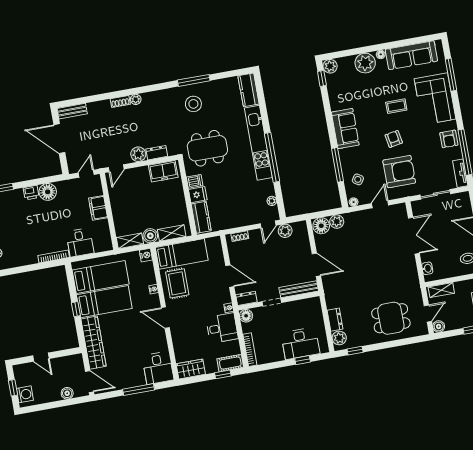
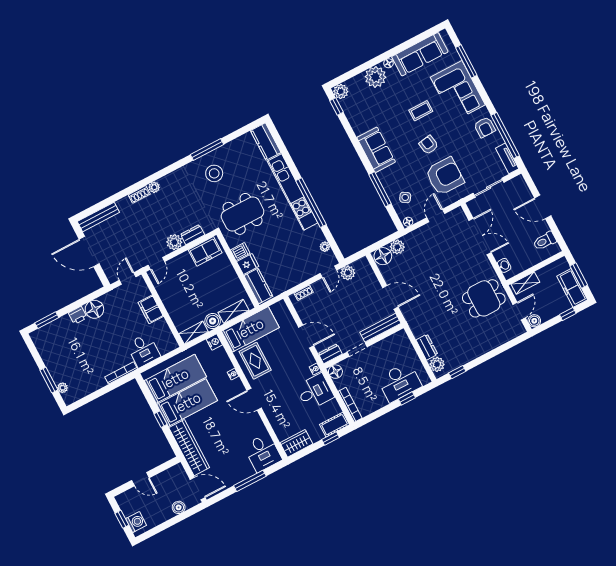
bench: (72, 111) -> (98, 217), width x1.36
dining table: (391, 318) -> (484, 298), moved

